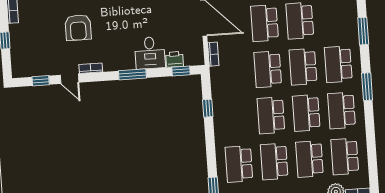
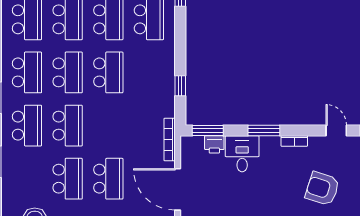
armchair: (78, 28) -> (322, 189), turned -72
bookcase: (213, 54) -> (170, 140), width x1.56
bookcase: (91, 68) -> (294, 141), moved
school desk: (268, 69) -> (108, 126), removed
window: (181, 71) -> (208, 131), width x1.50

